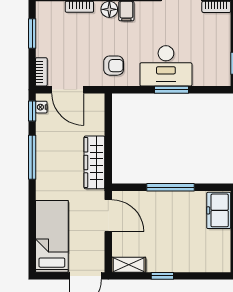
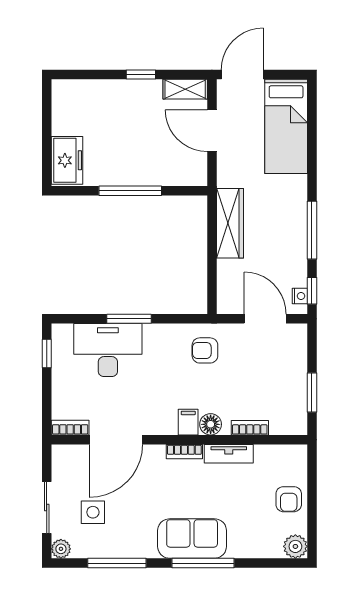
desk: (166, 66) -> (108, 350), moved
bookcase: (41, 72) -> (300, 342), removed
door: (108, 216) -> (212, 131), moved

